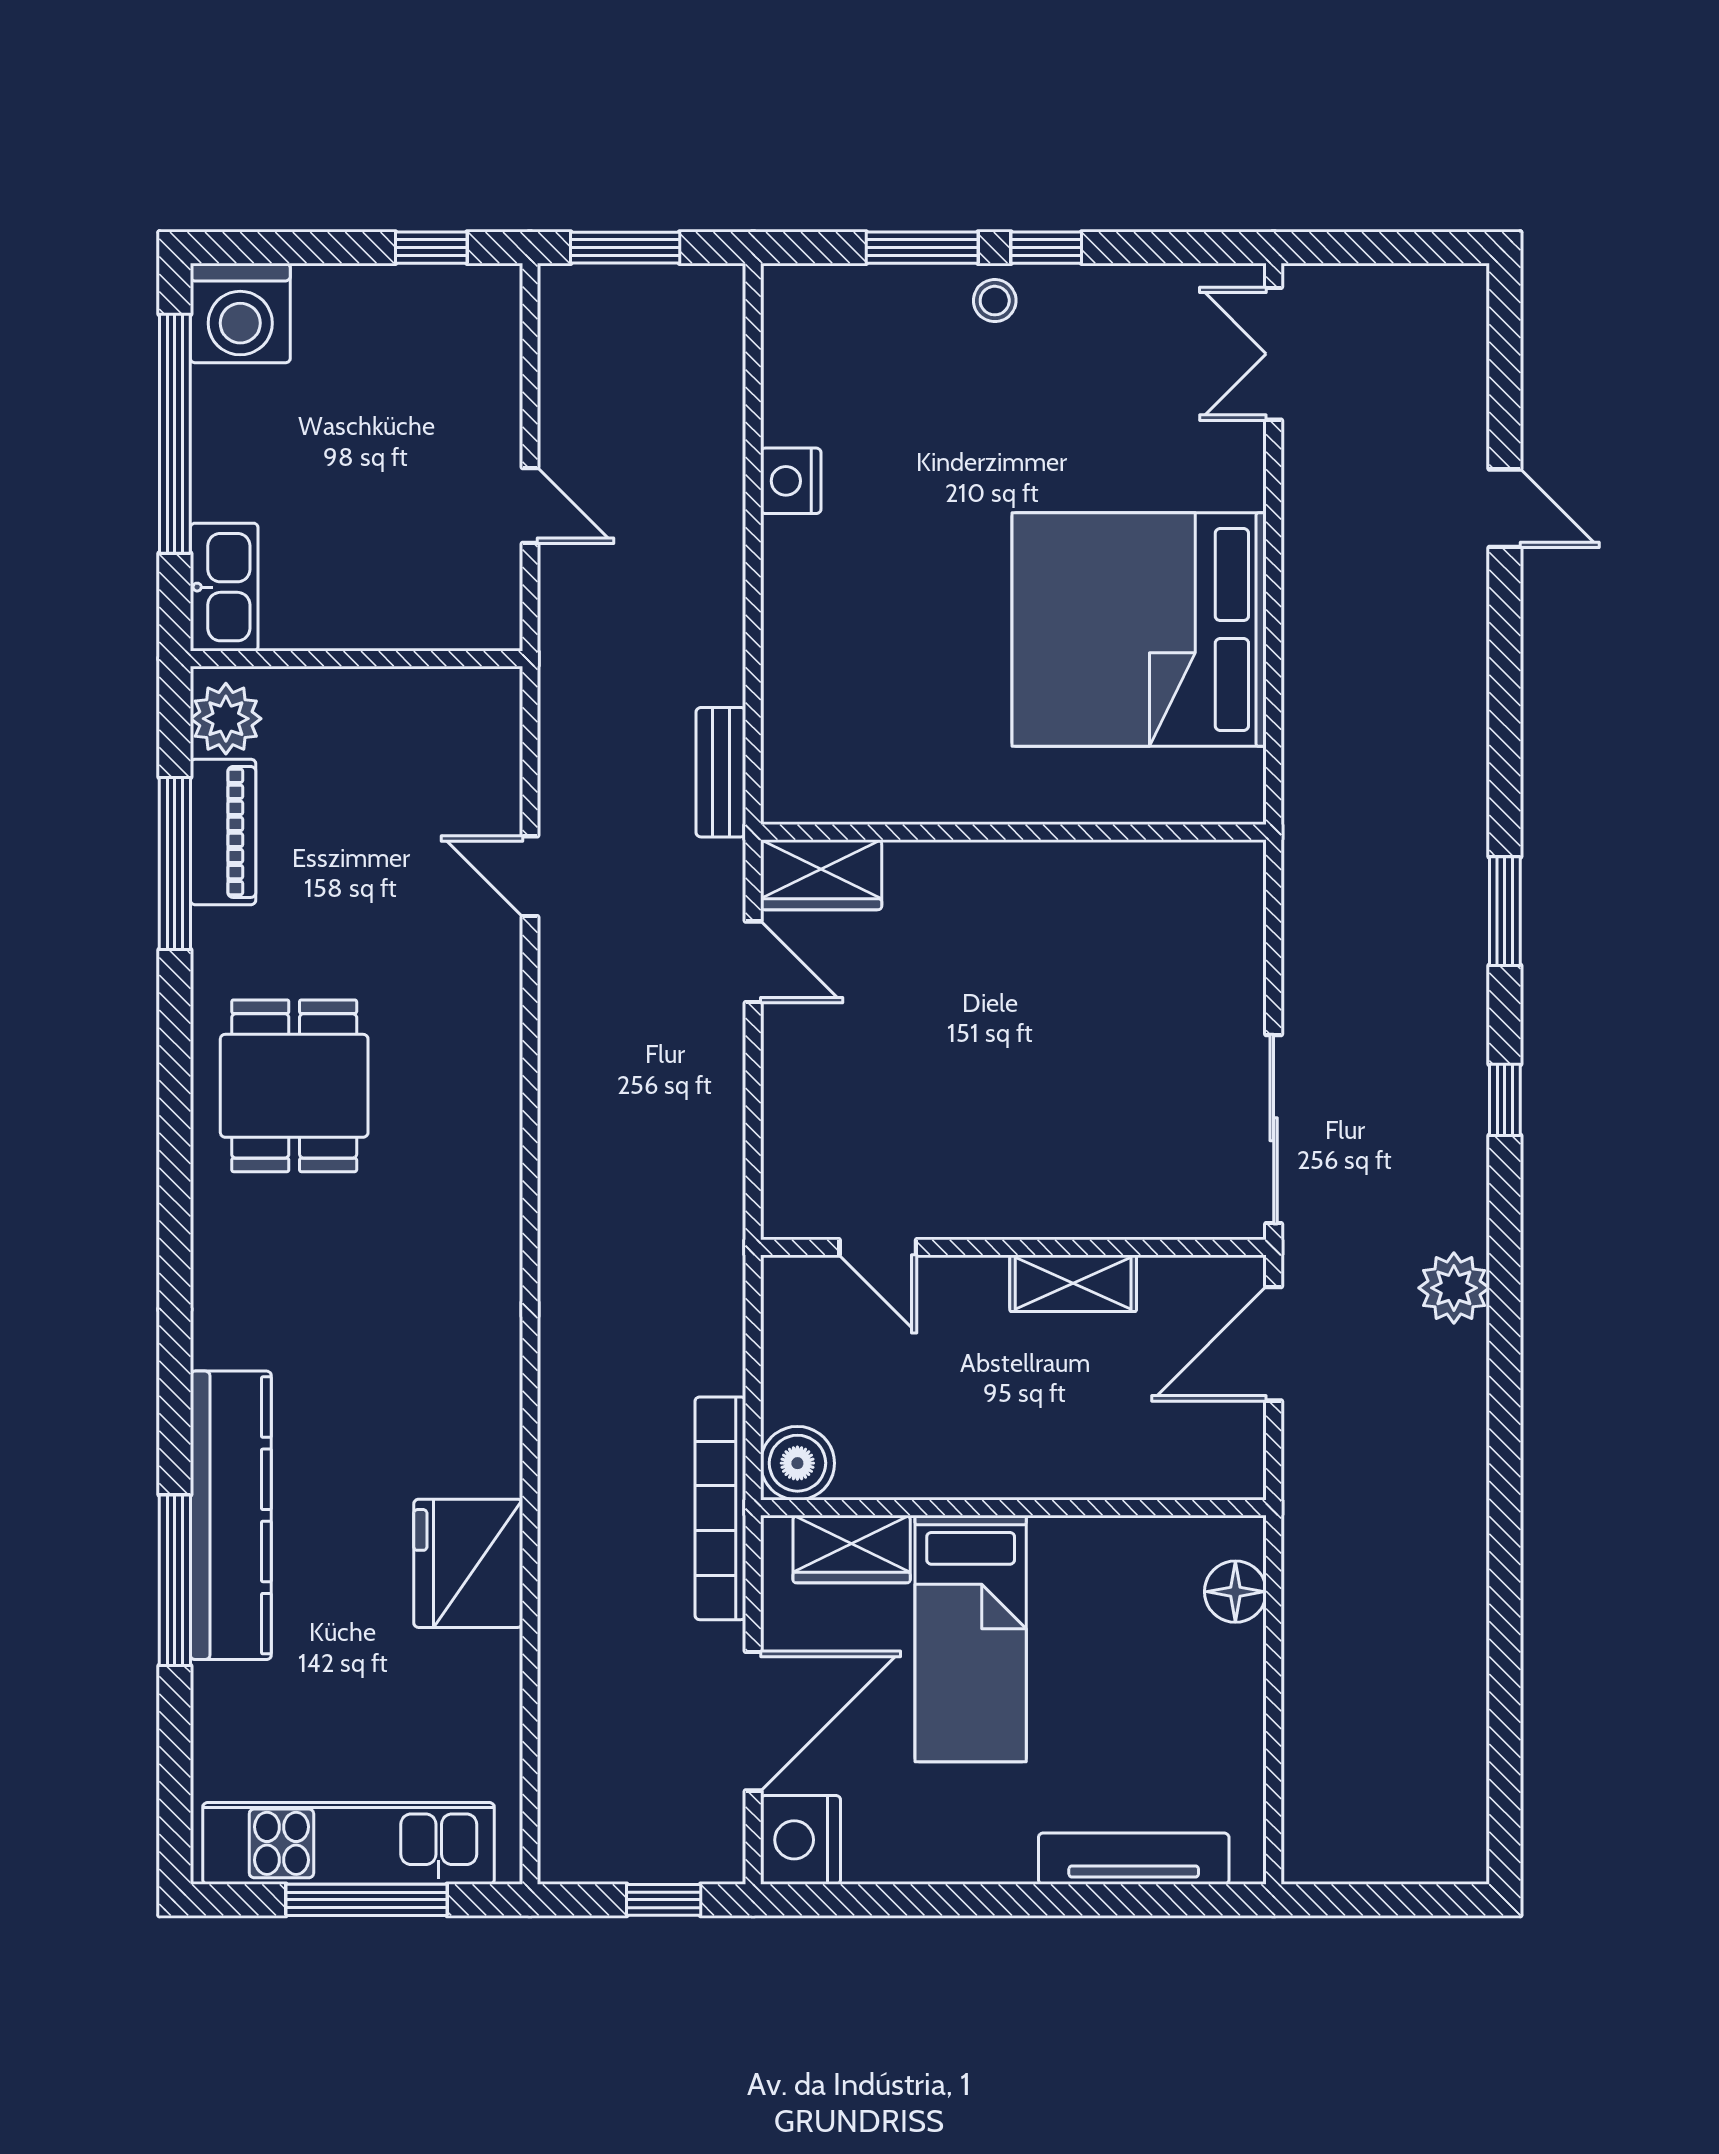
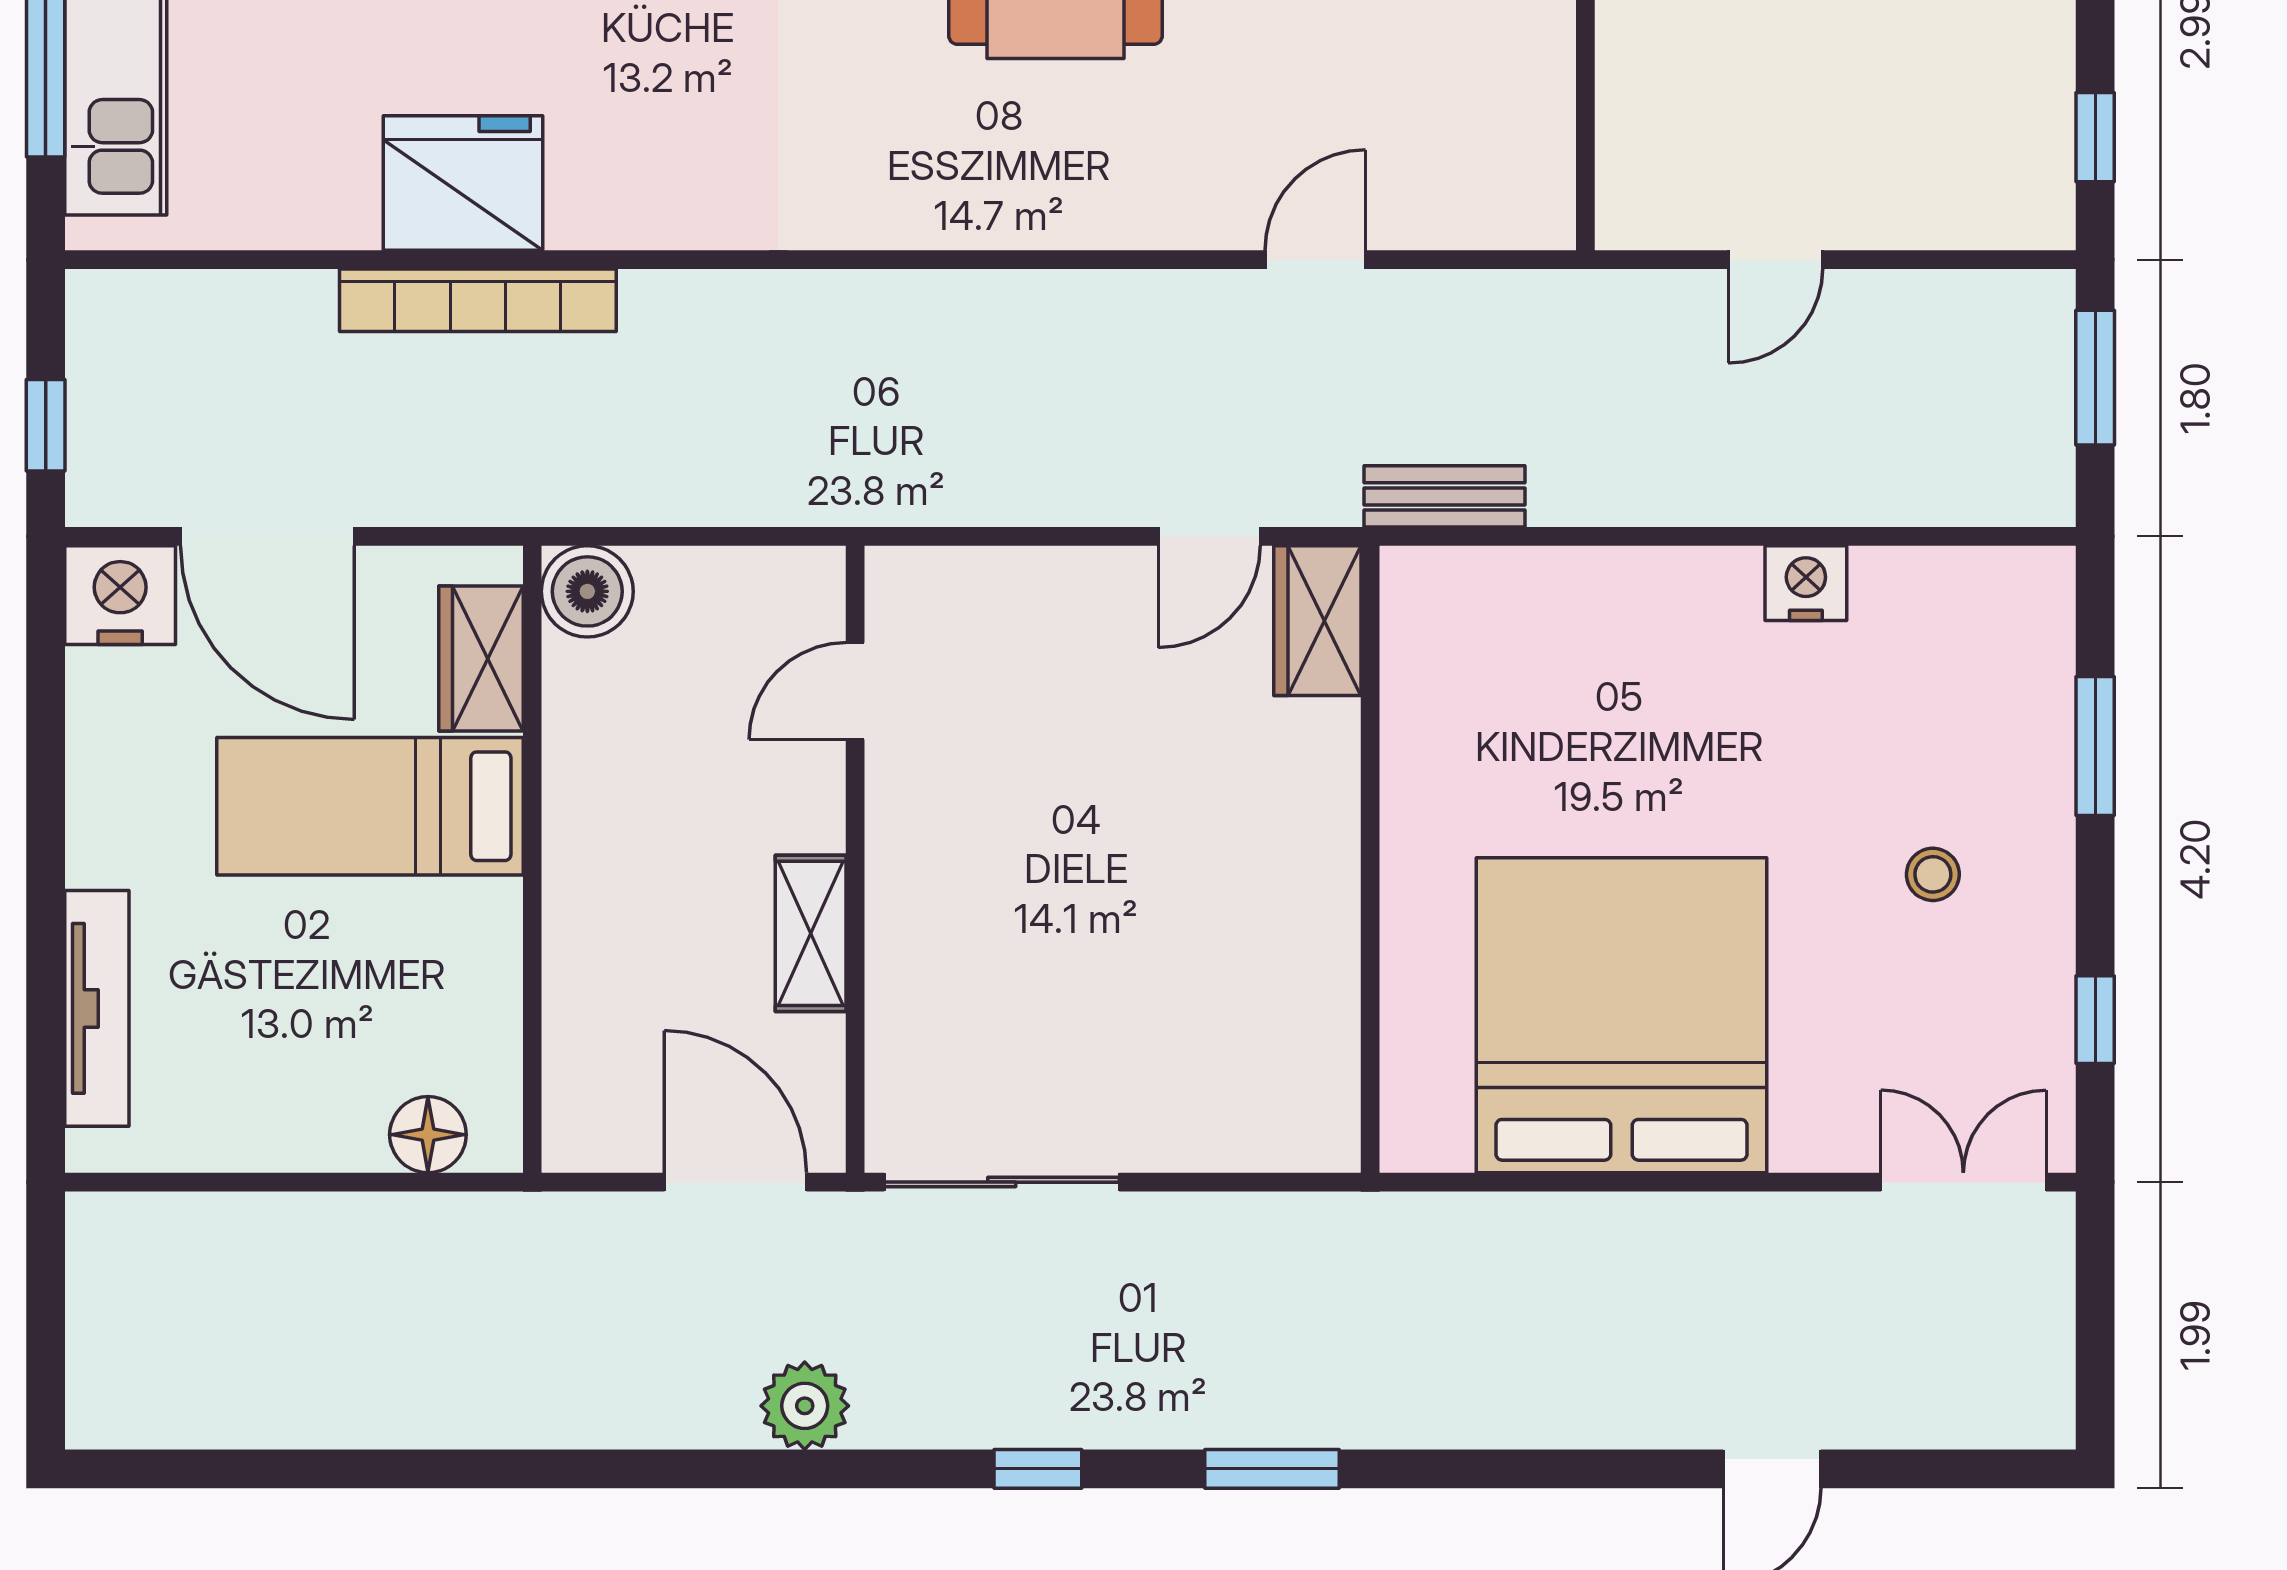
window: (1046, 248) -> (2095, 1020), moved
stool: (995, 301) -> (1933, 874), moved
bookcase: (720, 1508) -> (478, 300), moved, turned 180

